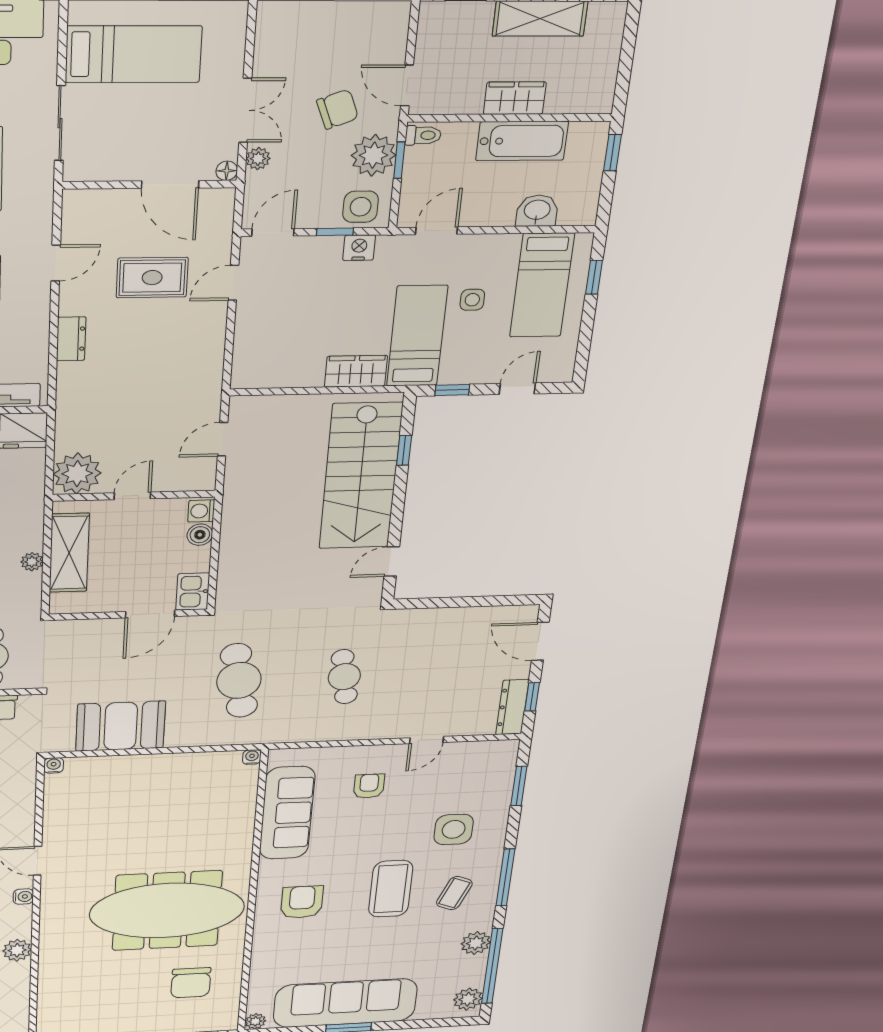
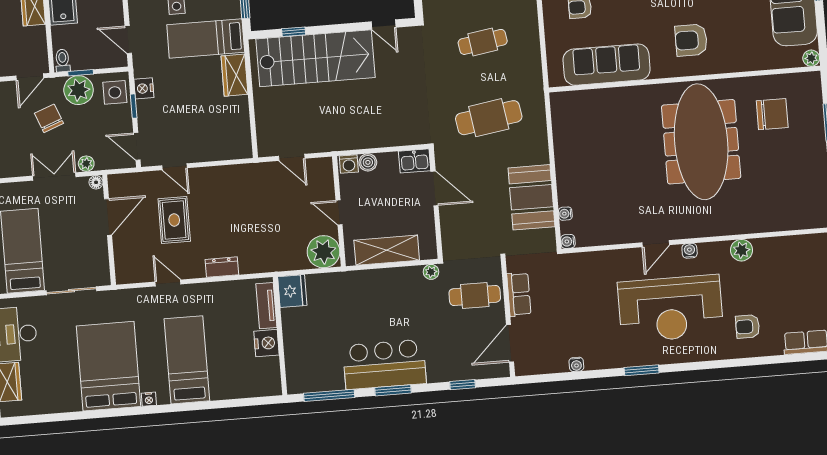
plant: (32, 562) -> (431, 272), moved
water cooler: (252, 757) -> (565, 214), moved

